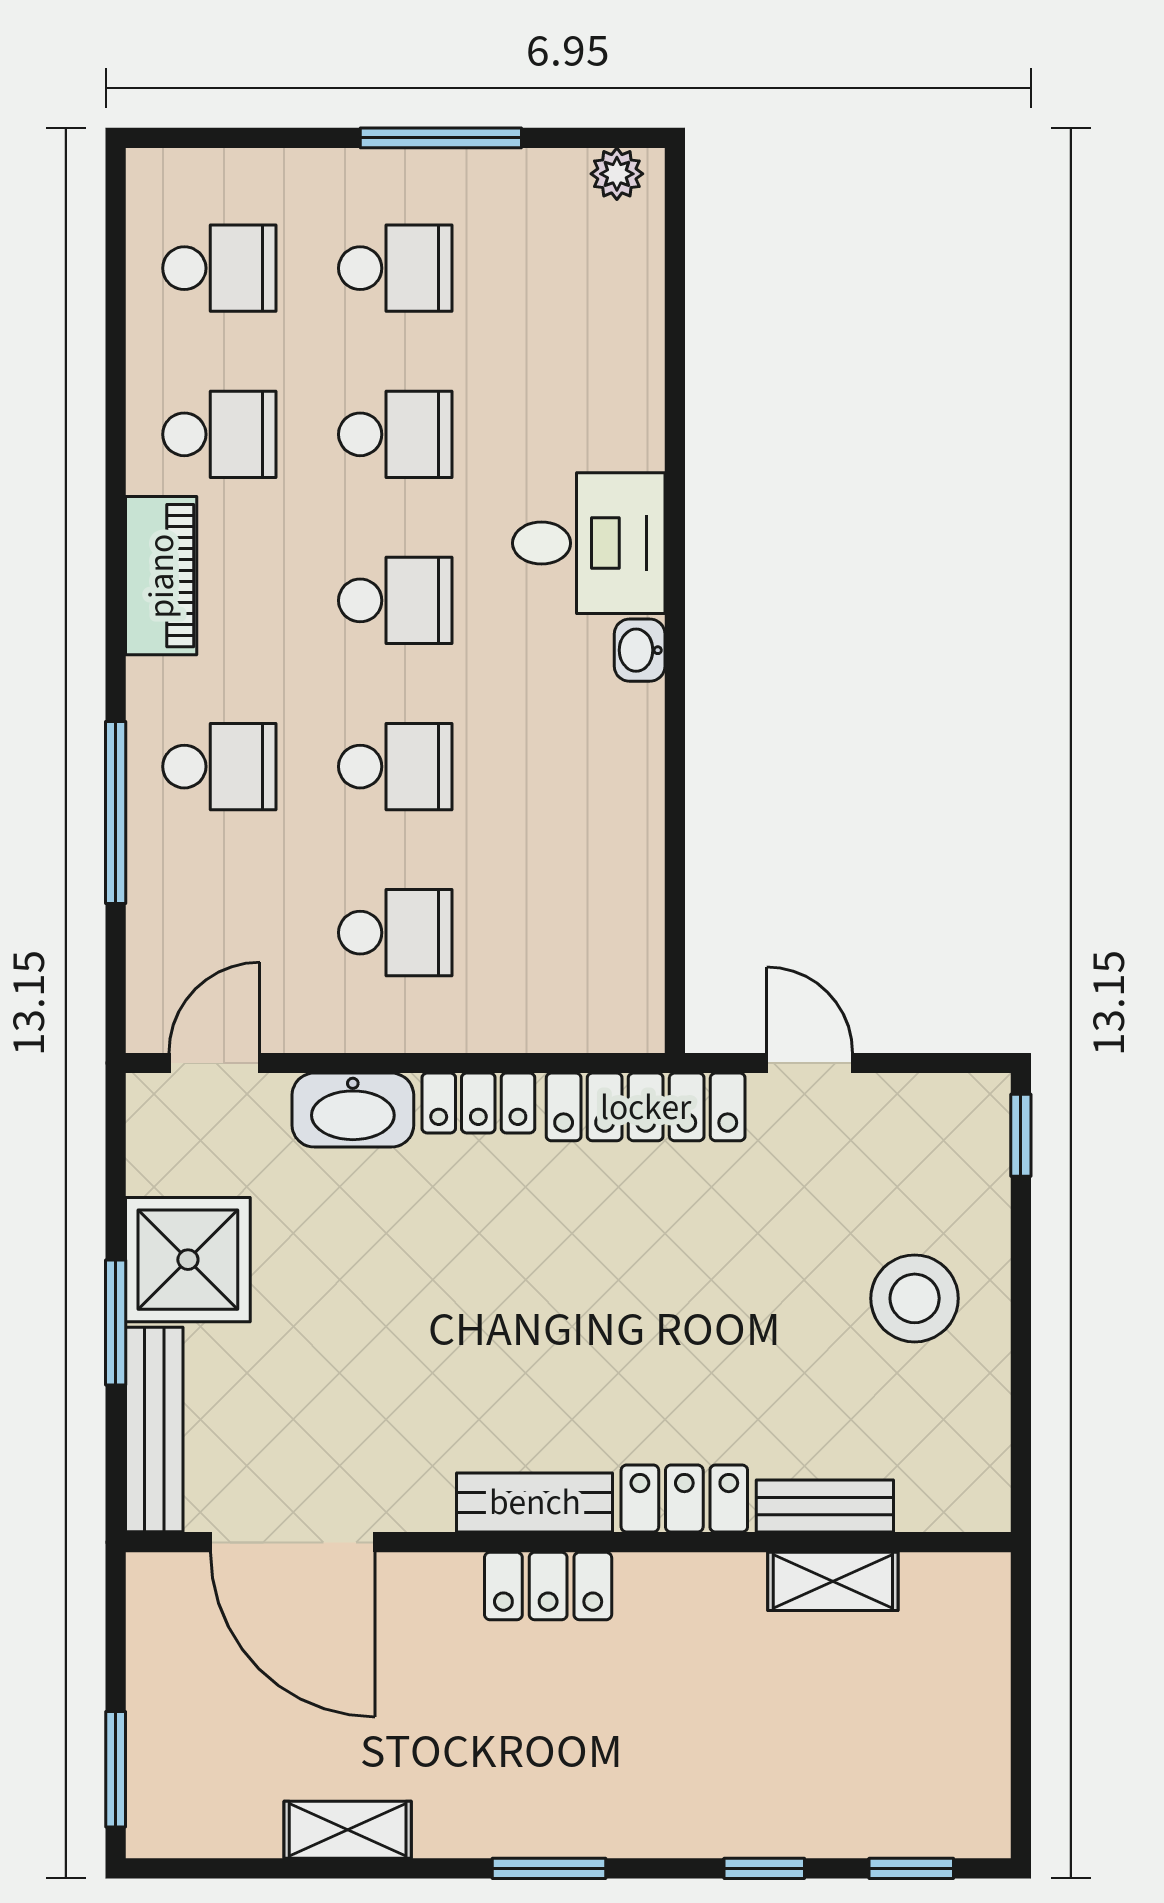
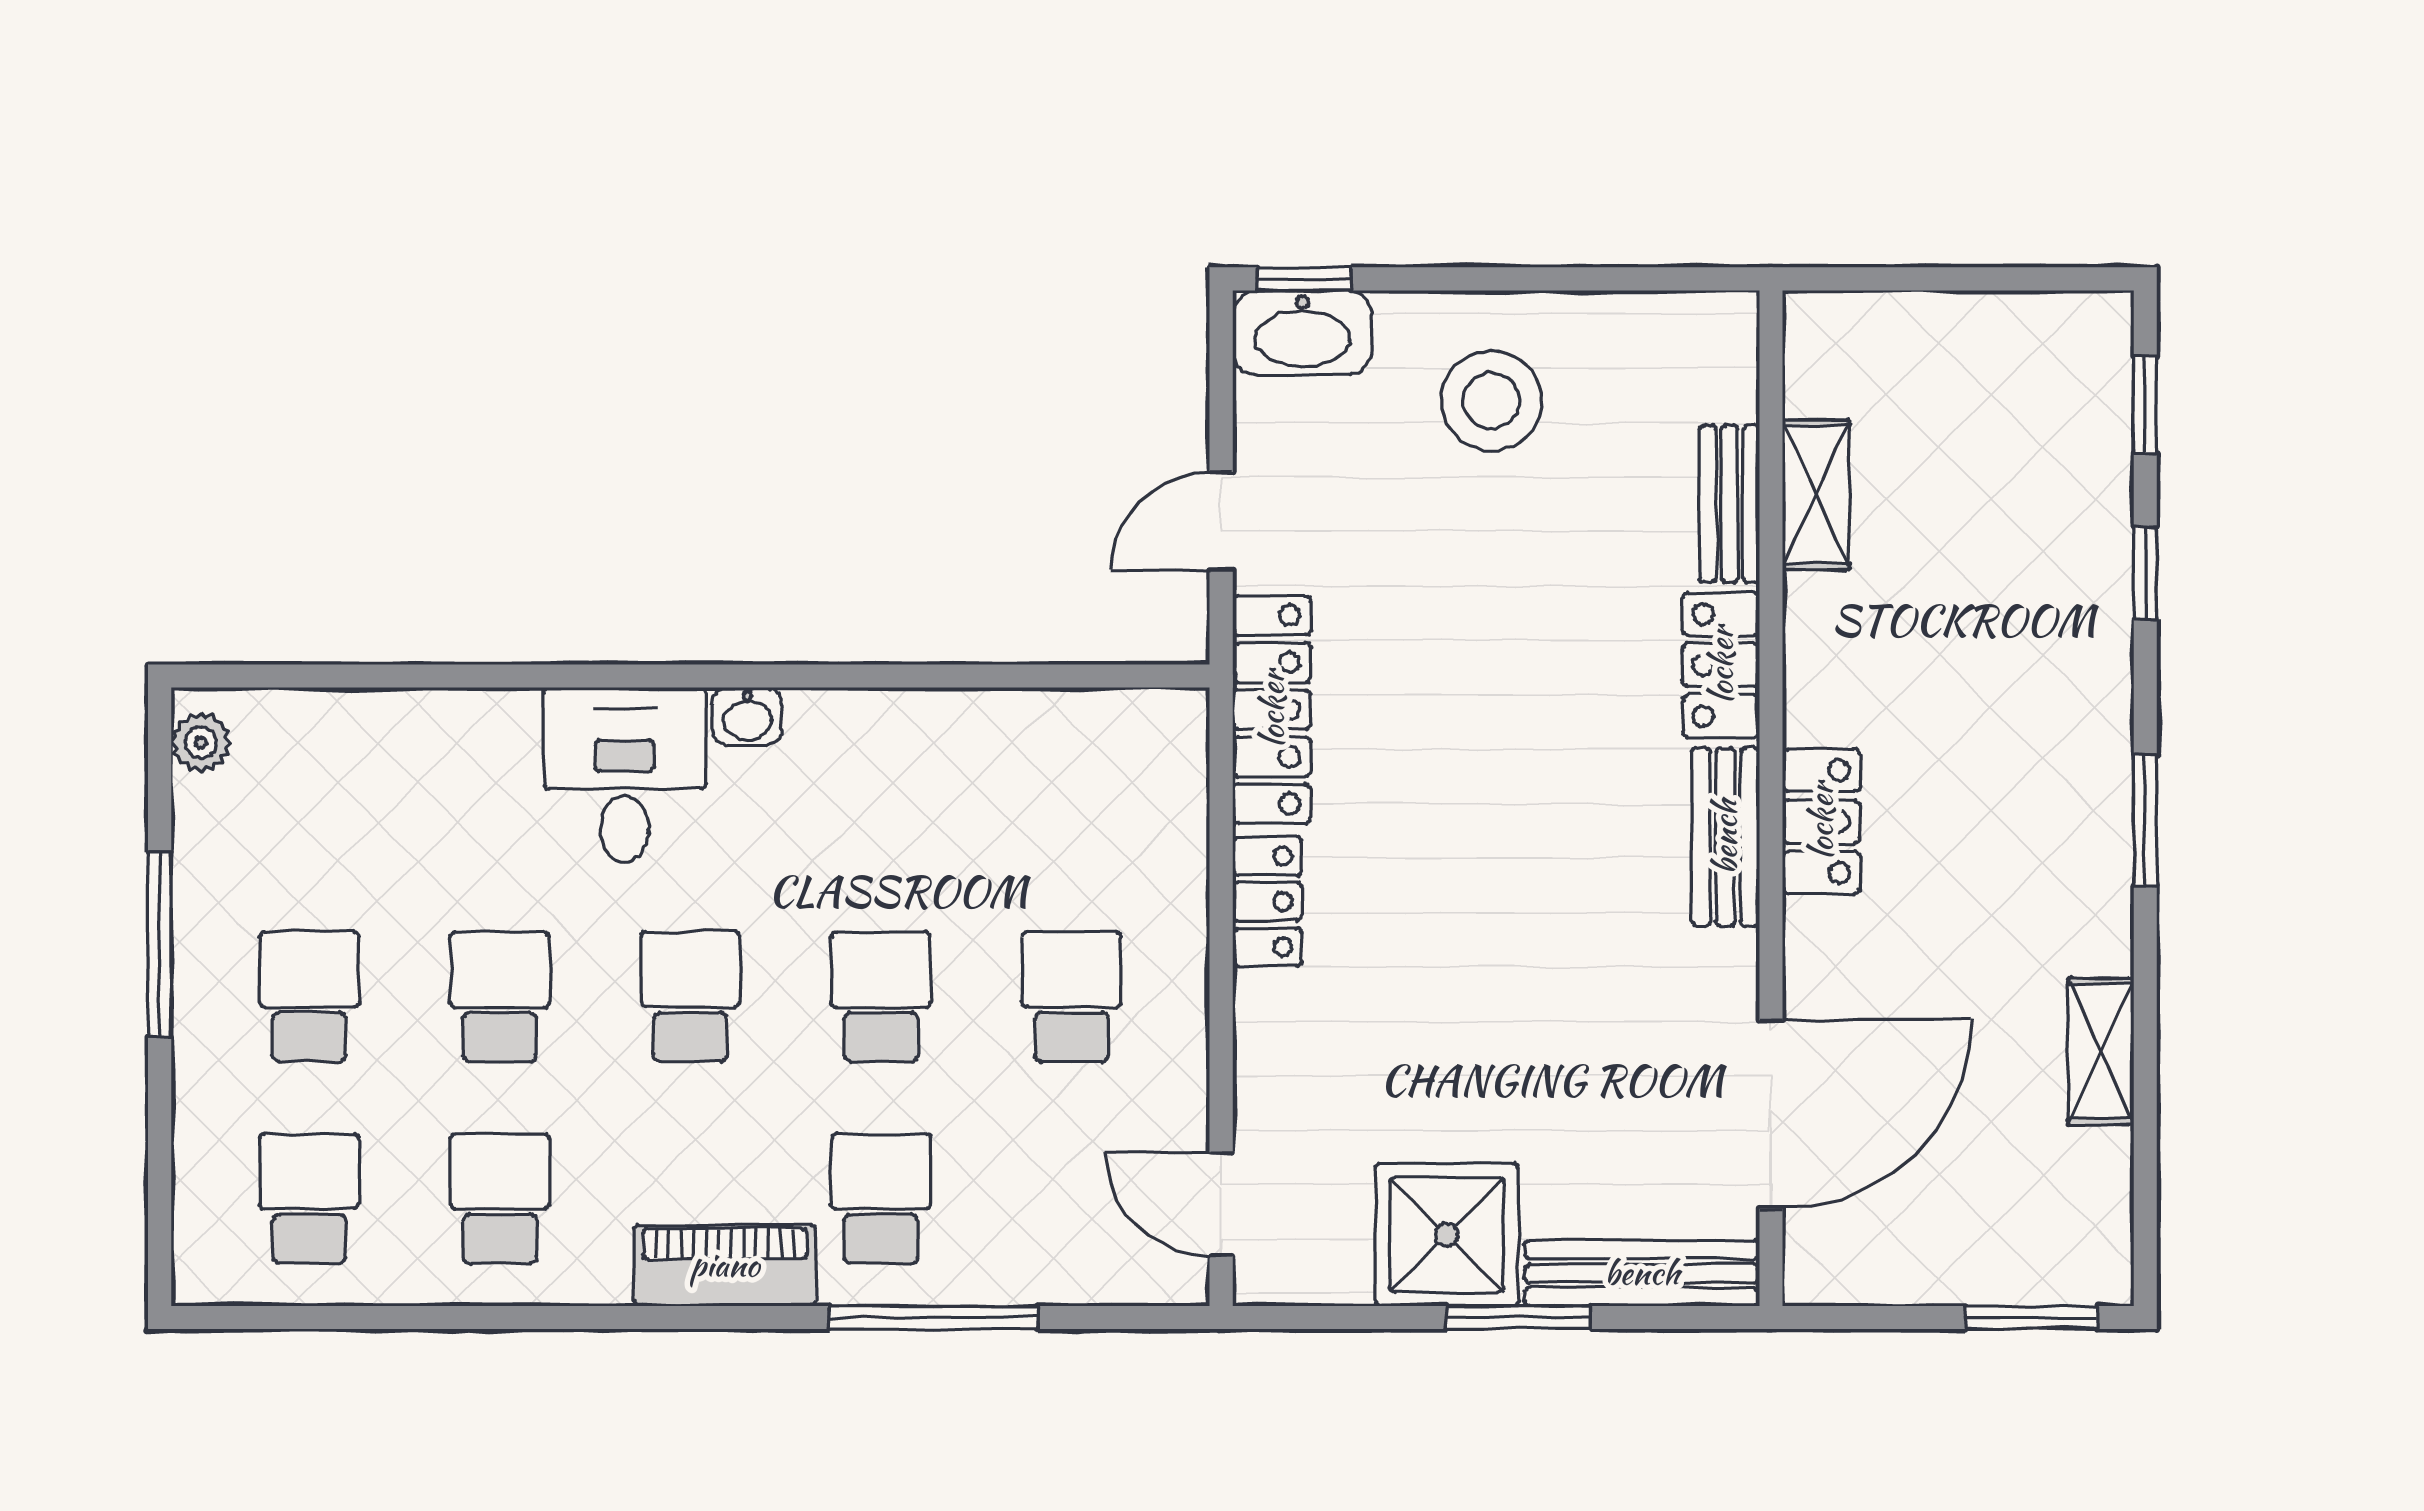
piano: (161, 576) -> (725, 1265), moved
washbasin: (353, 1110) -> (1302, 333), moved, turned 90

